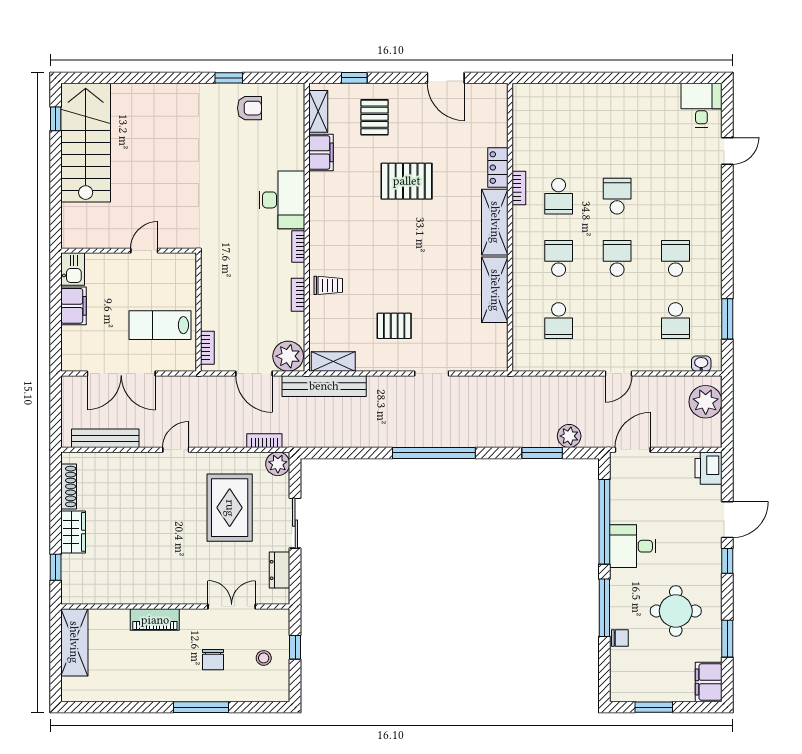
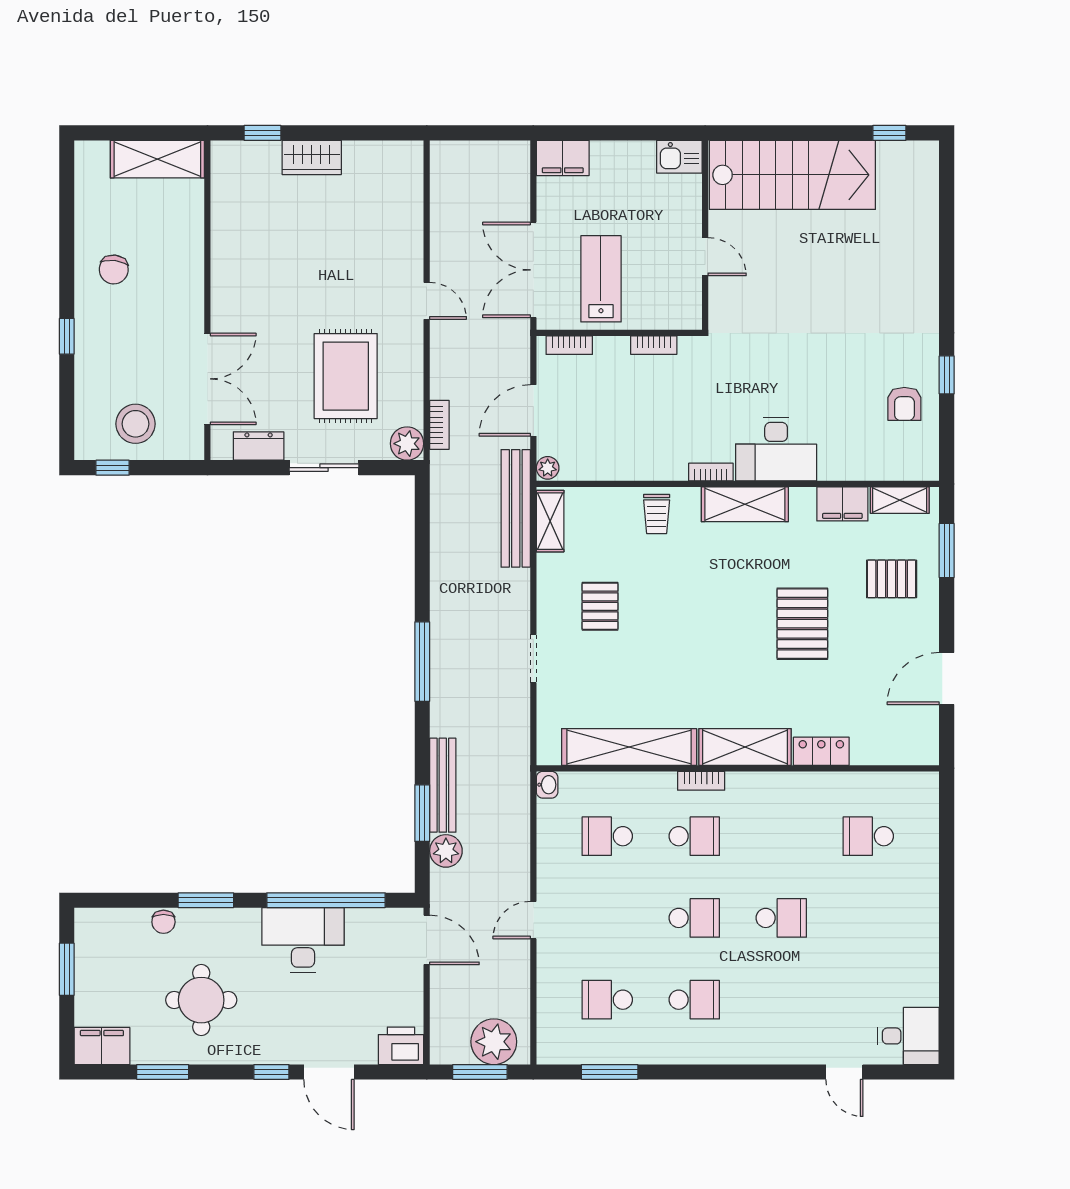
window: (354, 78) -> (947, 551), width x1.50
stairs: (86, 143) -> (792, 175), moved
bookcase: (519, 188) -> (701, 781), moved
school desk: (559, 196) -> (868, 836), moved
shelving: (321, 222) -> (745, 504), added
shelving: (495, 290) -> (629, 747), width x1.47
bookcase: (298, 295) -> (654, 345), moved, turned 180
filing cabinet: (74, 306) -> (563, 158), moved
plant: (288, 356) -> (548, 468), width x0.53, depth x0.53
washbasin: (701, 364) -> (547, 785), moved
double door: (121, 374) -> (533, 270), moved
door: (619, 374) -> (533, 920), hinge flipped
window: (727, 412) -> (480, 1072), added
bench: (105, 438) -> (443, 785), moved
window: (434, 453) -> (422, 662), width x0.68
shoe rack: (69, 486) -> (375, 151), removed
rug: (230, 508) -> (346, 376), turned 90
desk: (633, 546) -> (303, 940), width x1.37
double door: (232, 607) -> (207, 379), width x1.37
window: (604, 608) -> (206, 900), width x0.69
piano: (155, 620) -> (189, 272), removed
window: (295, 647) -> (113, 468), moved
stool: (264, 658) -> (136, 424), width x1.89, depth x1.89
chair: (213, 660) -> (114, 270), moved, turned -83
window: (201, 707) -> (67, 336), width x0.46

